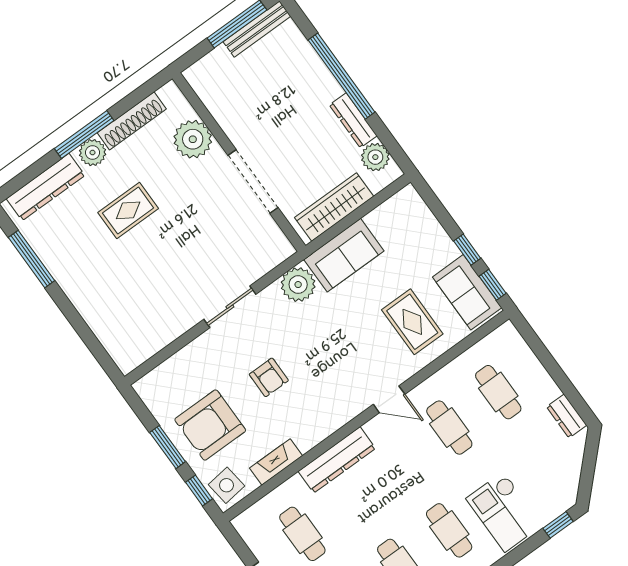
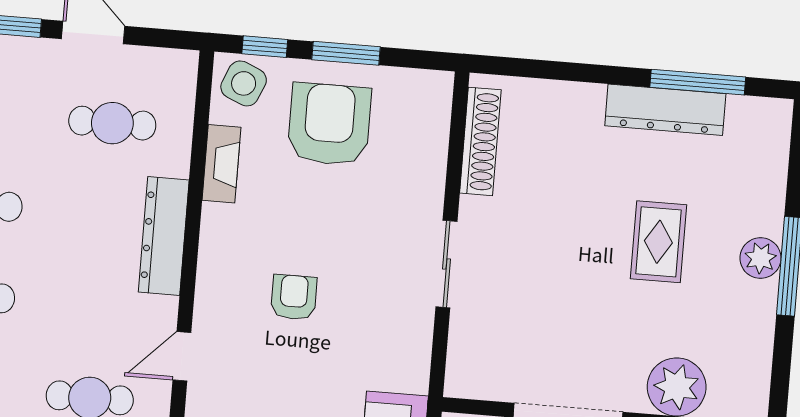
shoe rack: (132, 121) -> (480, 141), moved, turned 180
dresser: (46, 187) -> (665, 110), moved, turned -90
plant: (298, 285) -> (405, 365), removed
armchair: (269, 377) -> (294, 297), moved, turned 90
side table: (227, 485) -> (244, 83), turned 30

